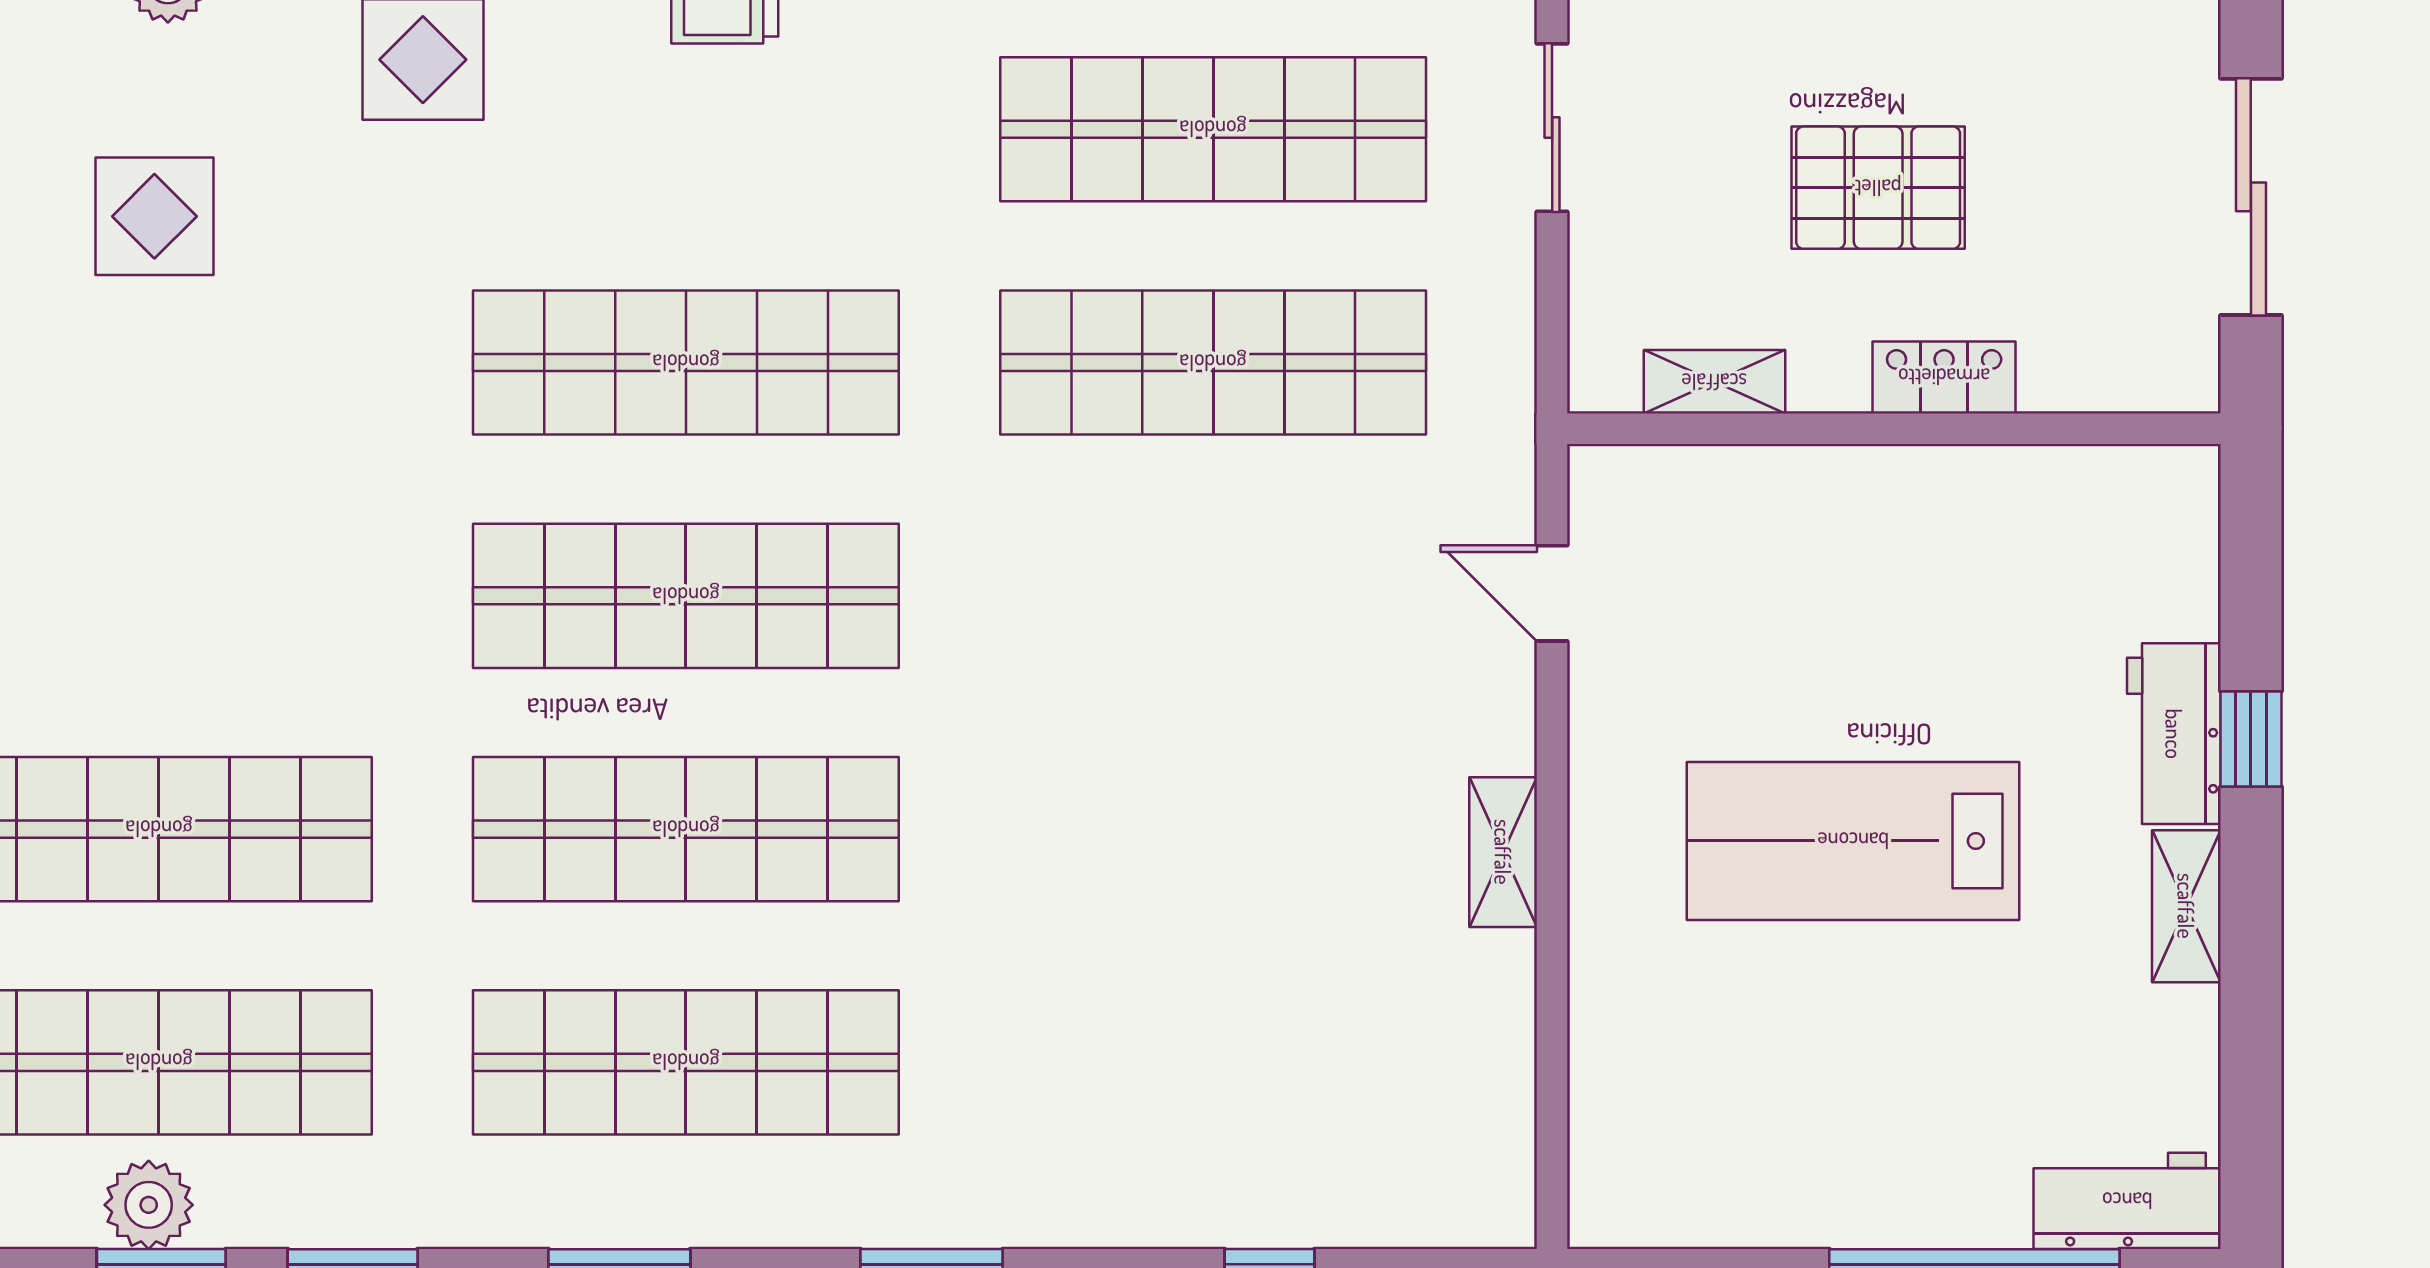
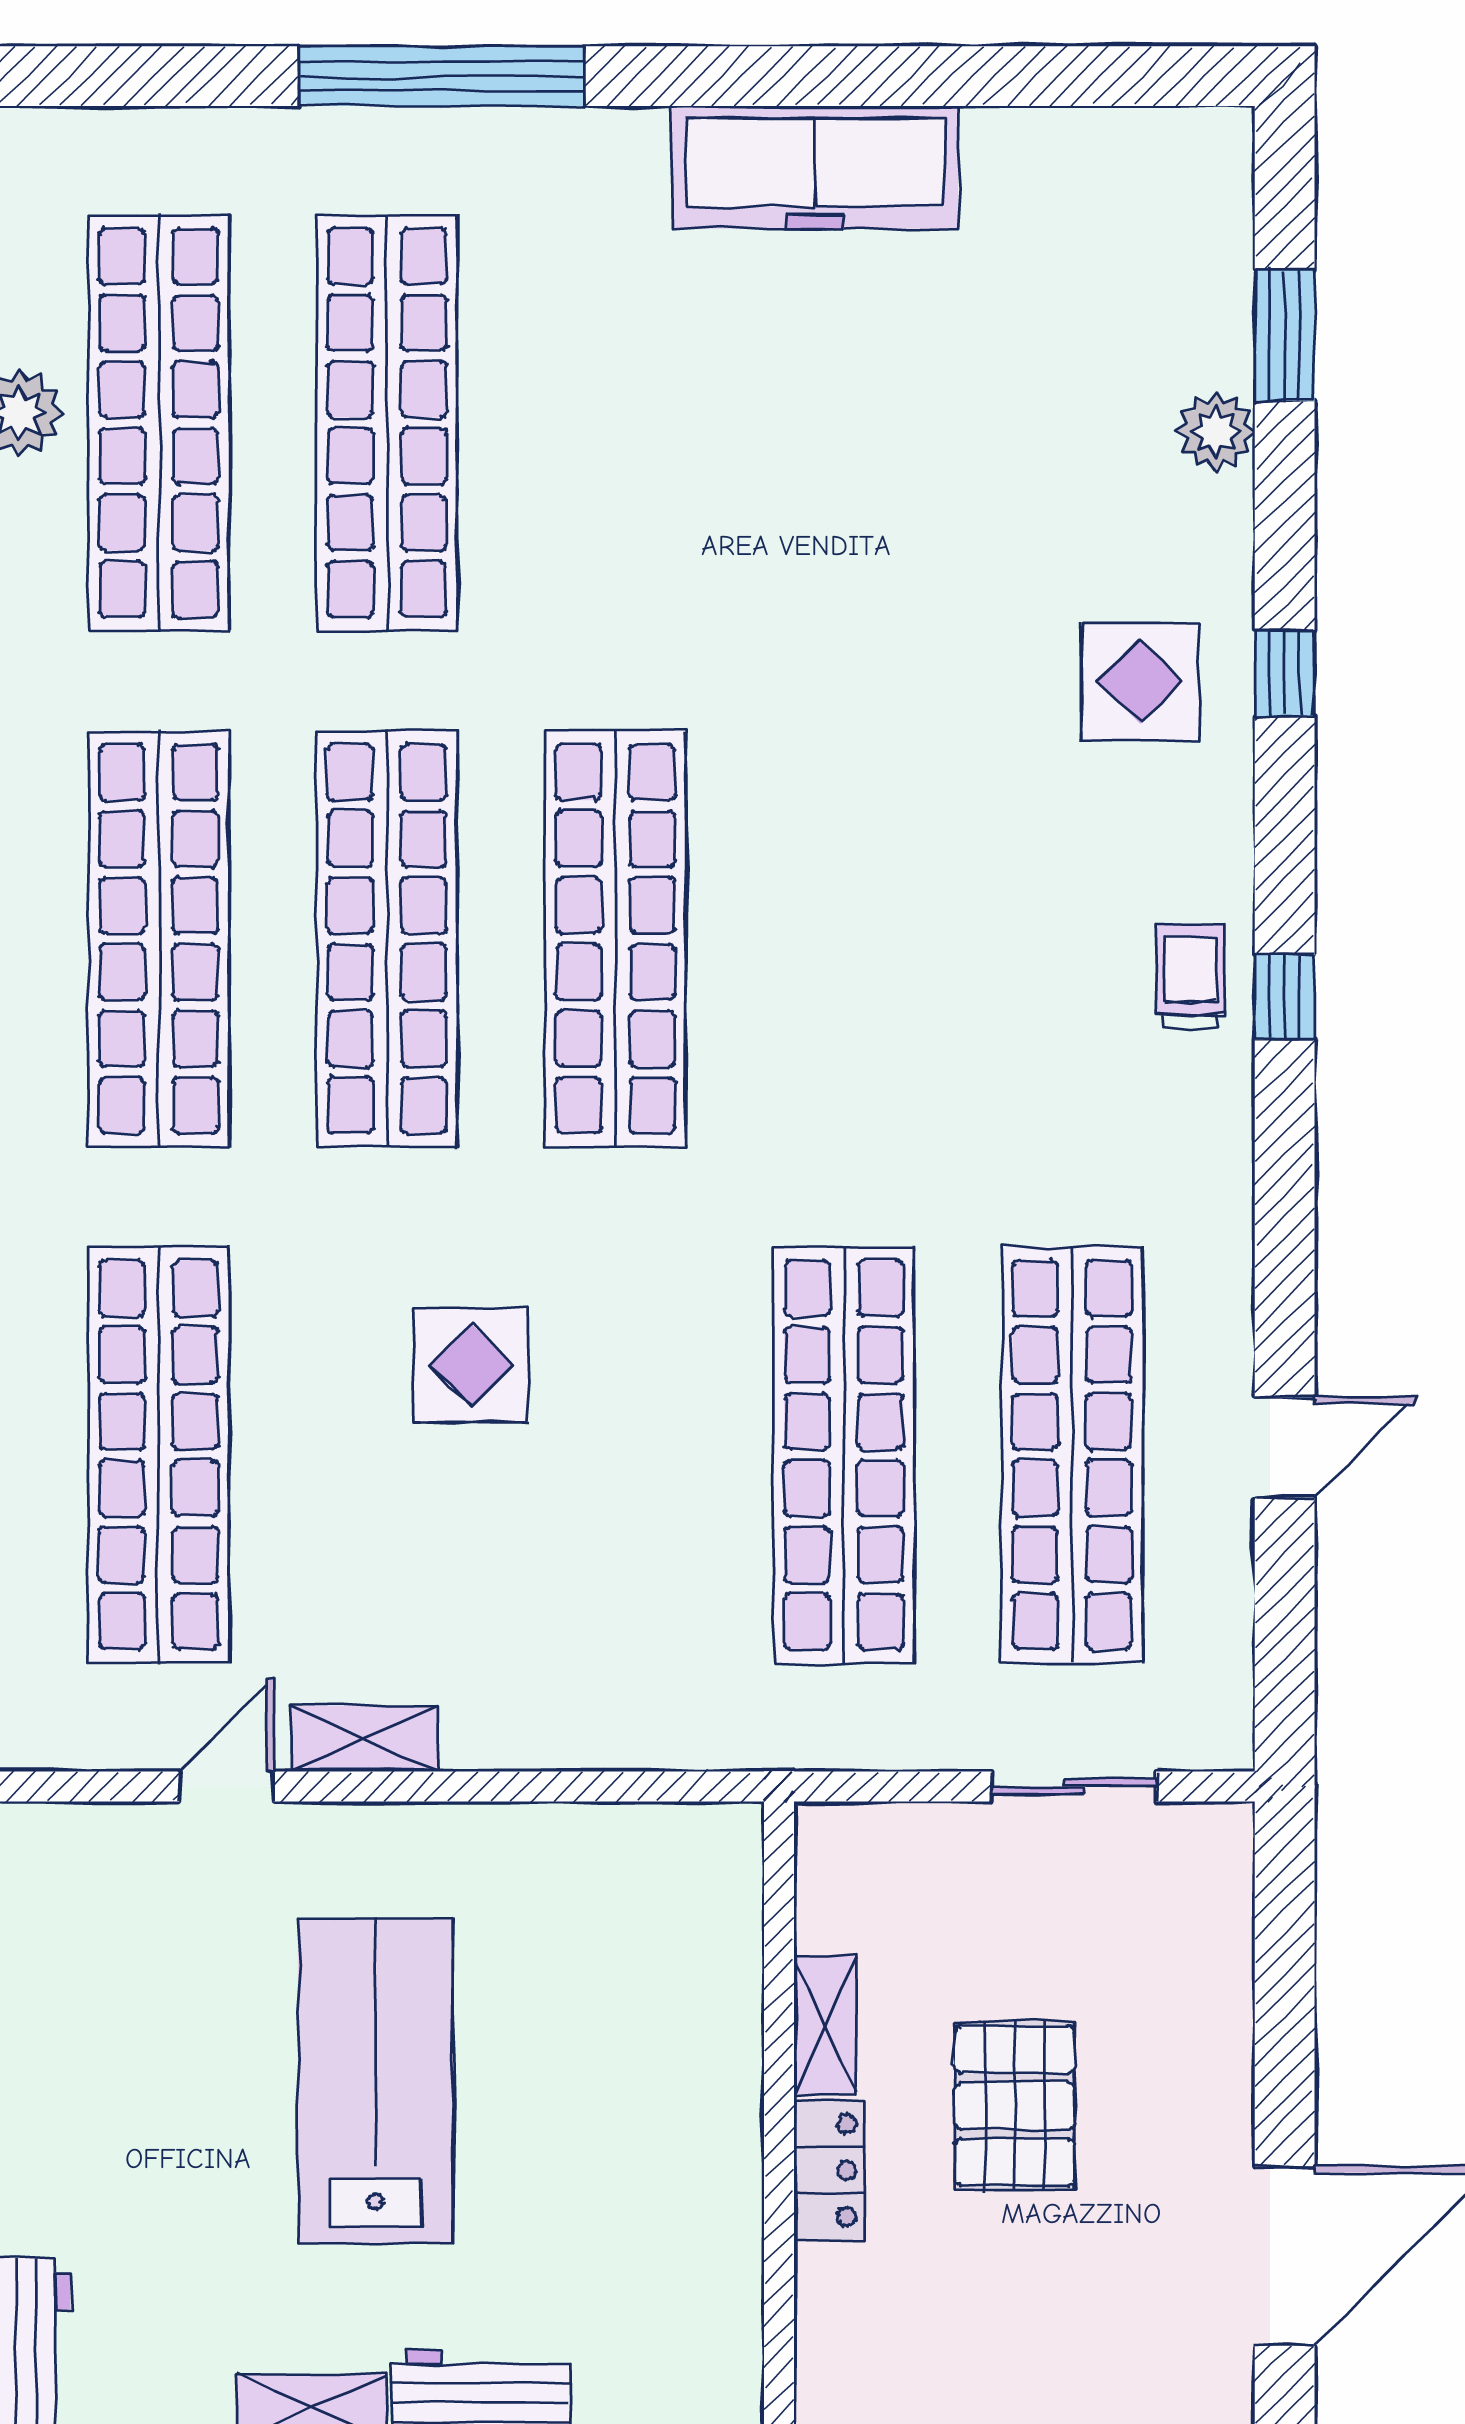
display table: (154, 216) -> (471, 1365), moved
shop shelf: (686, 363) -> (159, 1455), moved
shelving: (1714, 382) -> (825, 2025), moved
door: (1552, 593) -> (226, 1787), moved

